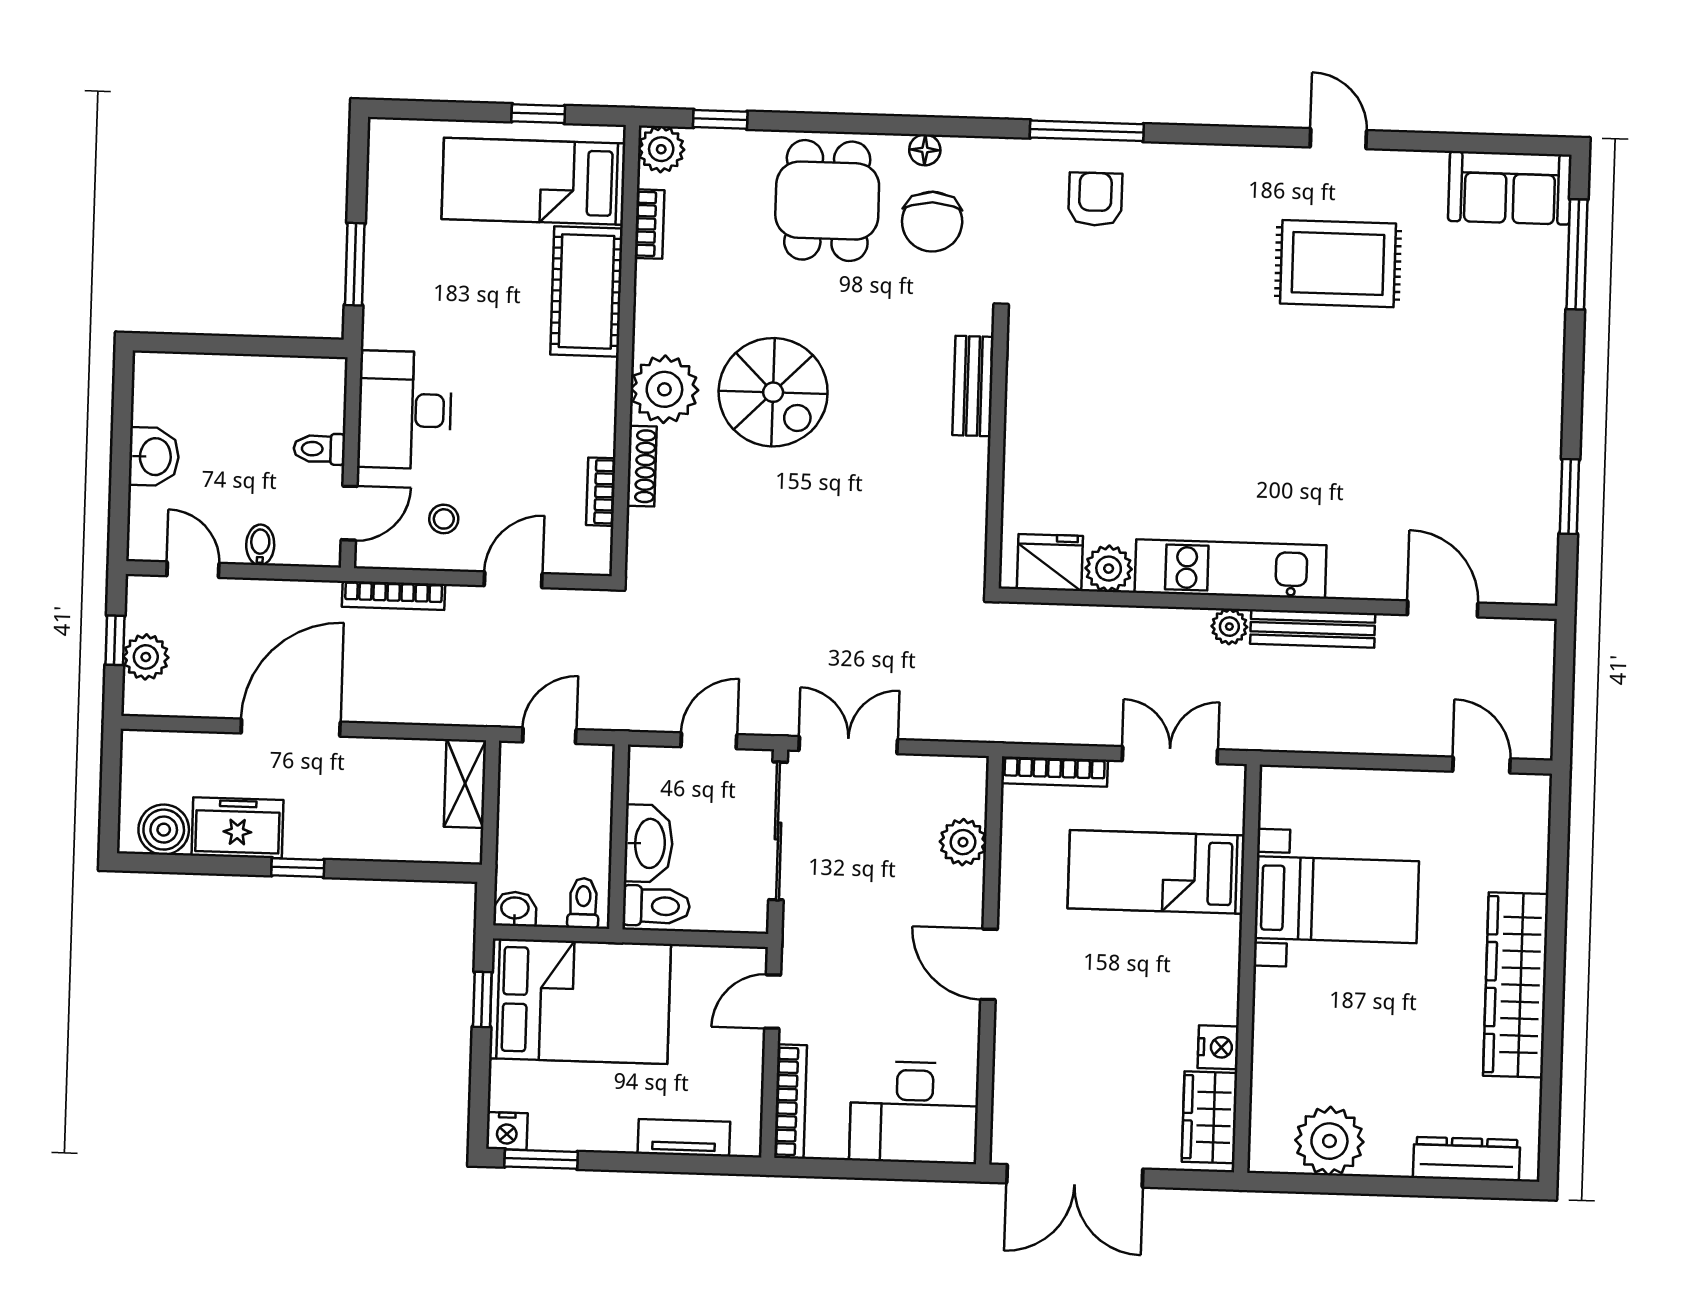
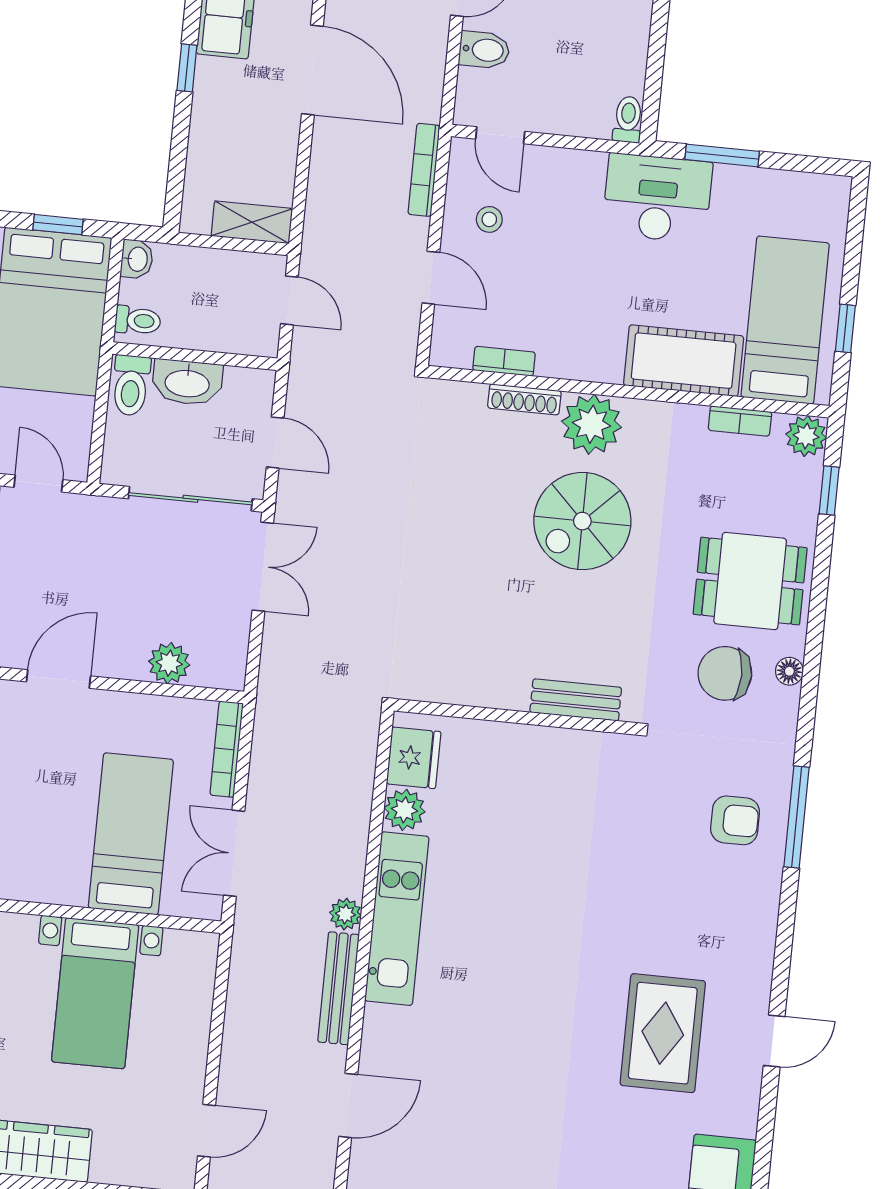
desk: (405, 410) -> (657, 198), moved
toilet: (319, 449) -> (628, 119), moved
bidet: (260, 545) -> (484, 50), width x1.38, depth x1.36
double door: (1170, 755) -> (234, 853), swing flipped

